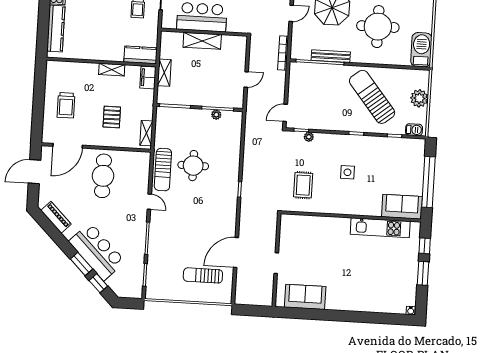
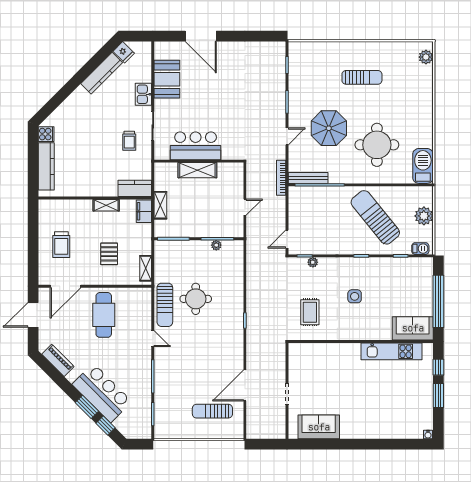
bench: (331, 56) -> (308, 178), moved

